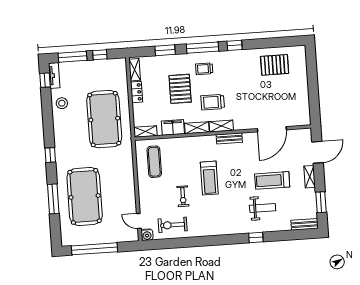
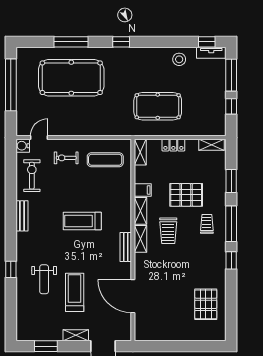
locker: (137, 92) -> (173, 145), moved
trolley: (213, 102) -> (168, 231), turned 180
pool table: (104, 119) -> (158, 106), width x0.73, depth x0.76
filing cabinet: (173, 127) -> (143, 190), width x0.50
exercise bike: (183, 196) -> (66, 158), moved
bench: (305, 224) -> (22, 216), moved

